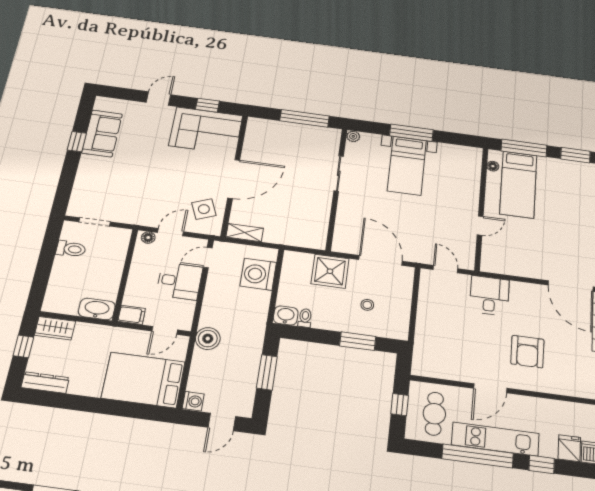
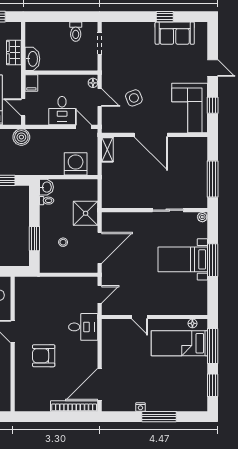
side table: (204, 209) -> (134, 98), moved
wardrobe: (55, 328) -> (14, 53), moved

